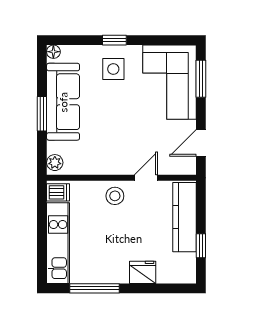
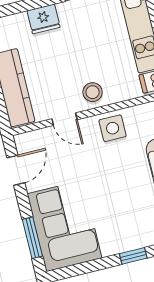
side table: (113, 69) -> (113, 128), moved
door: (146, 178) -> (65, 119), hinge flipped

